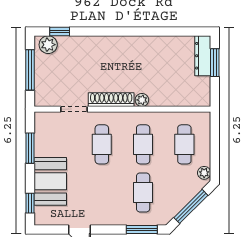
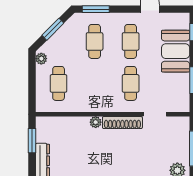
window: (215, 63) -> (32, 141), moved
cafe table: (143, 144) -> (131, 41), moved
window: (191, 206) -> (53, 29), width x0.69

